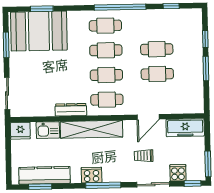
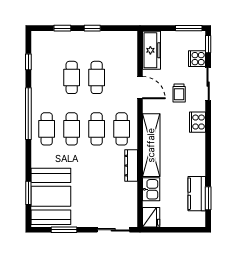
window: (206, 69) -> (92, 28), width x0.67
kitchen counter: (44, 175) -> (197, 194), width x0.67
cooker: (92, 175) -> (198, 122), moved
window: (103, 185) -> (208, 134), removed

